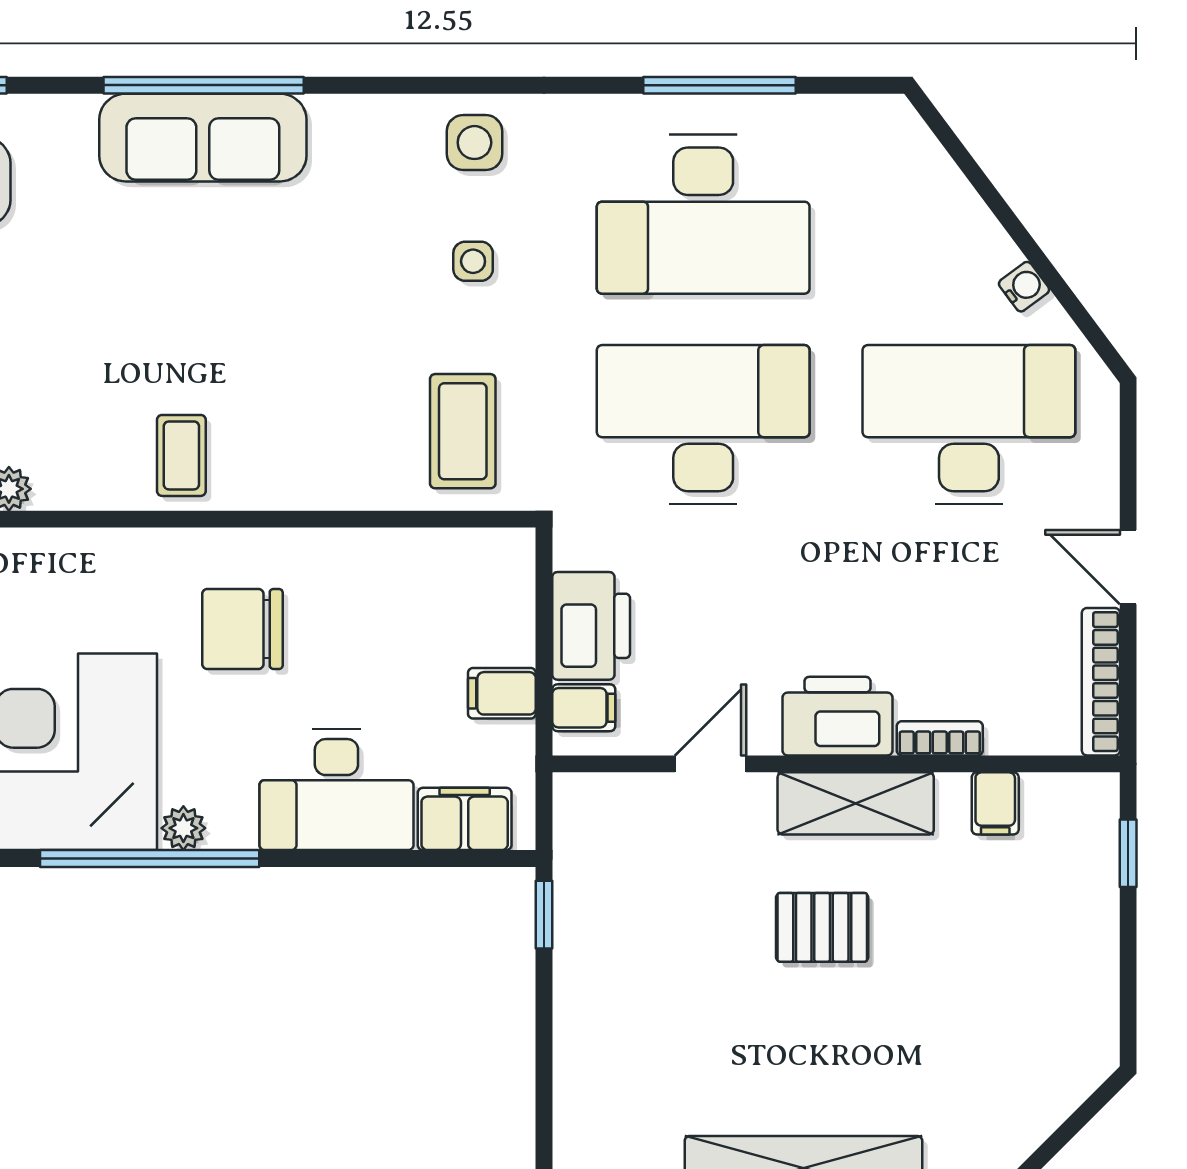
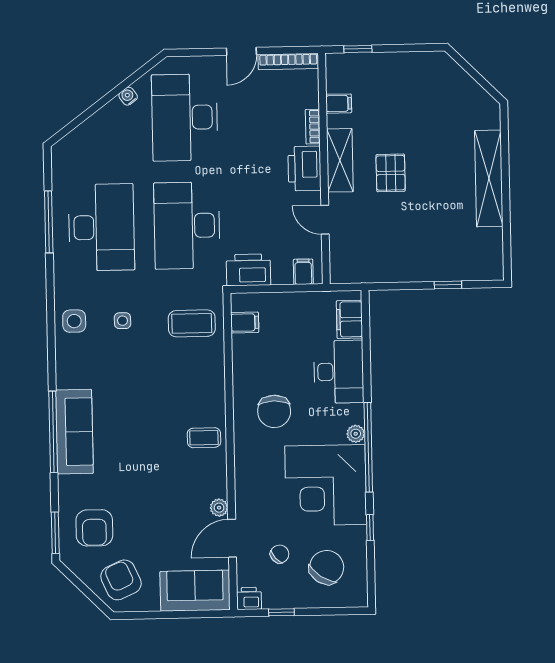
printer: (591, 626) -> (248, 270), moved
filing cabinet: (502, 693) -> (245, 323), moved, turned -90
window: (544, 915) -> (448, 285), moved

